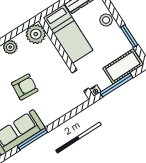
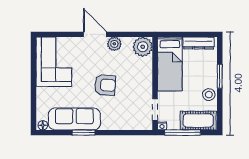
stool: (106, 20) -> (209, 94), moved
window: (129, 36) -> (220, 76), moved
window: (32, 139) -> (84, 133), width x0.69

